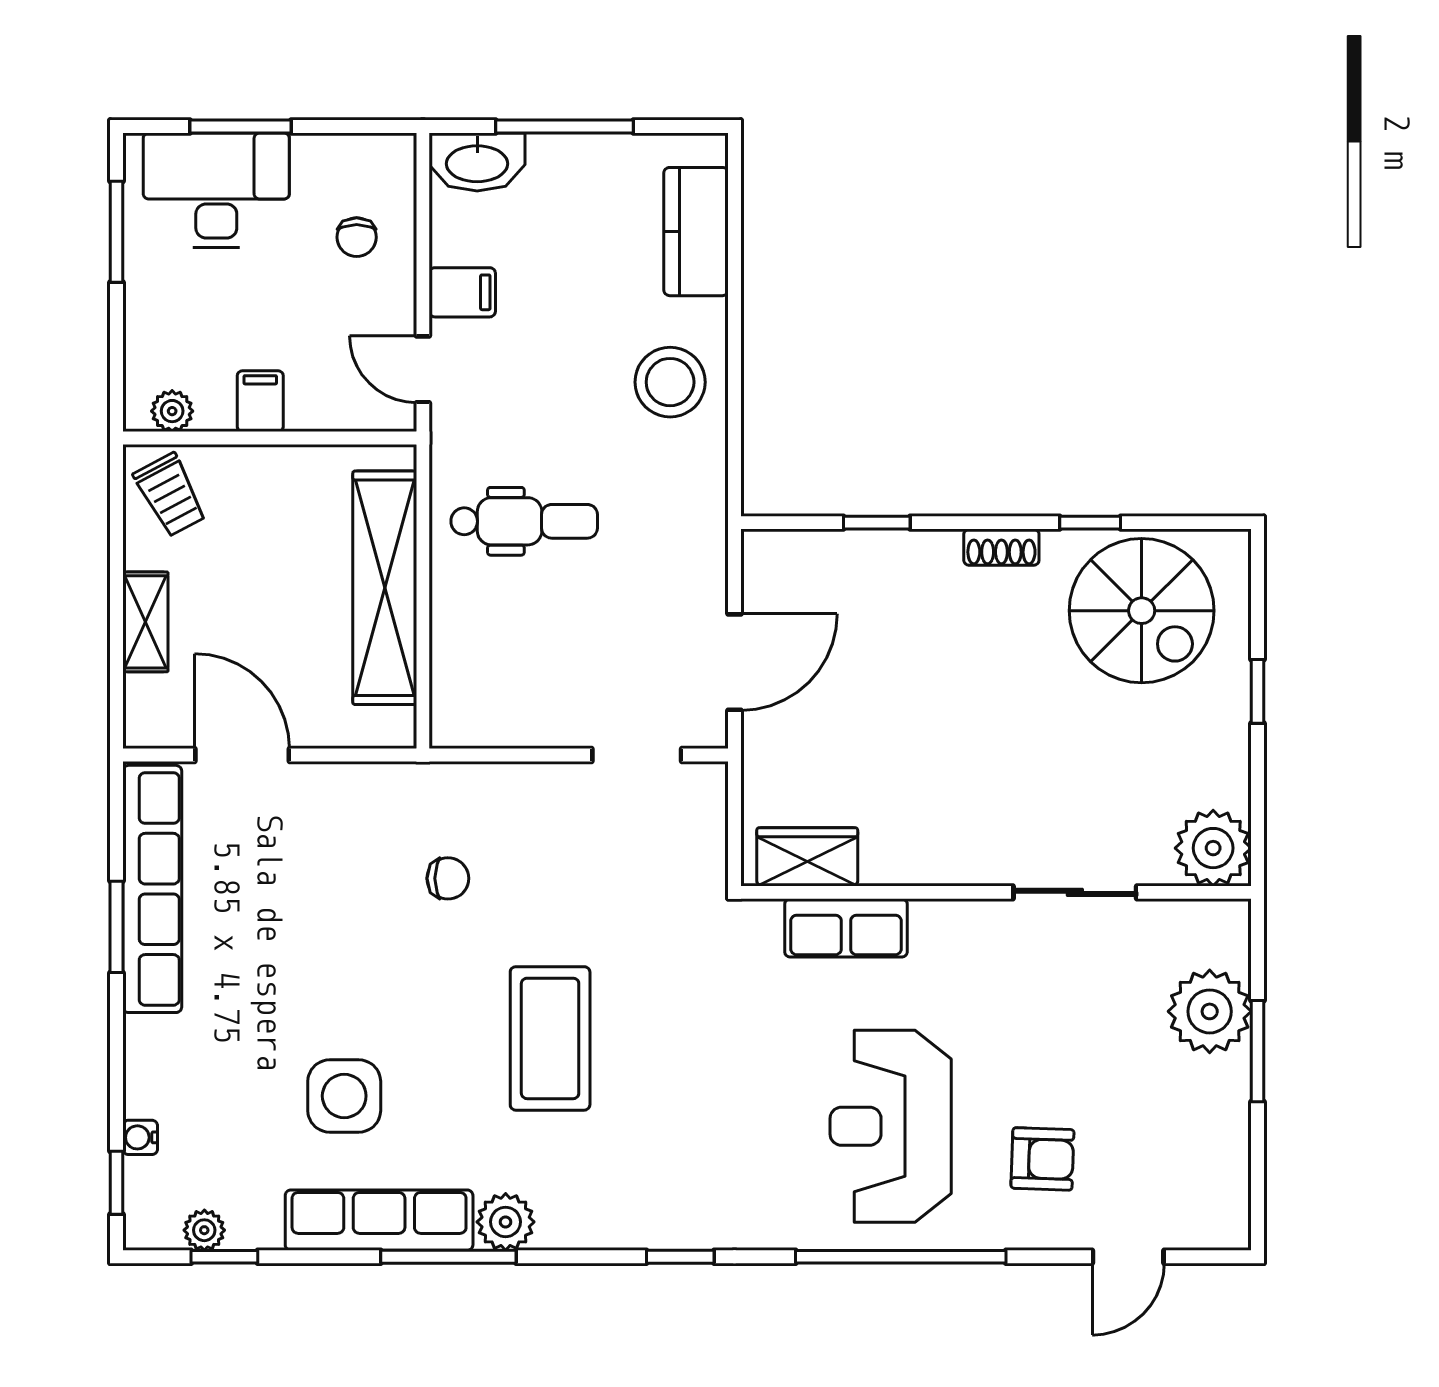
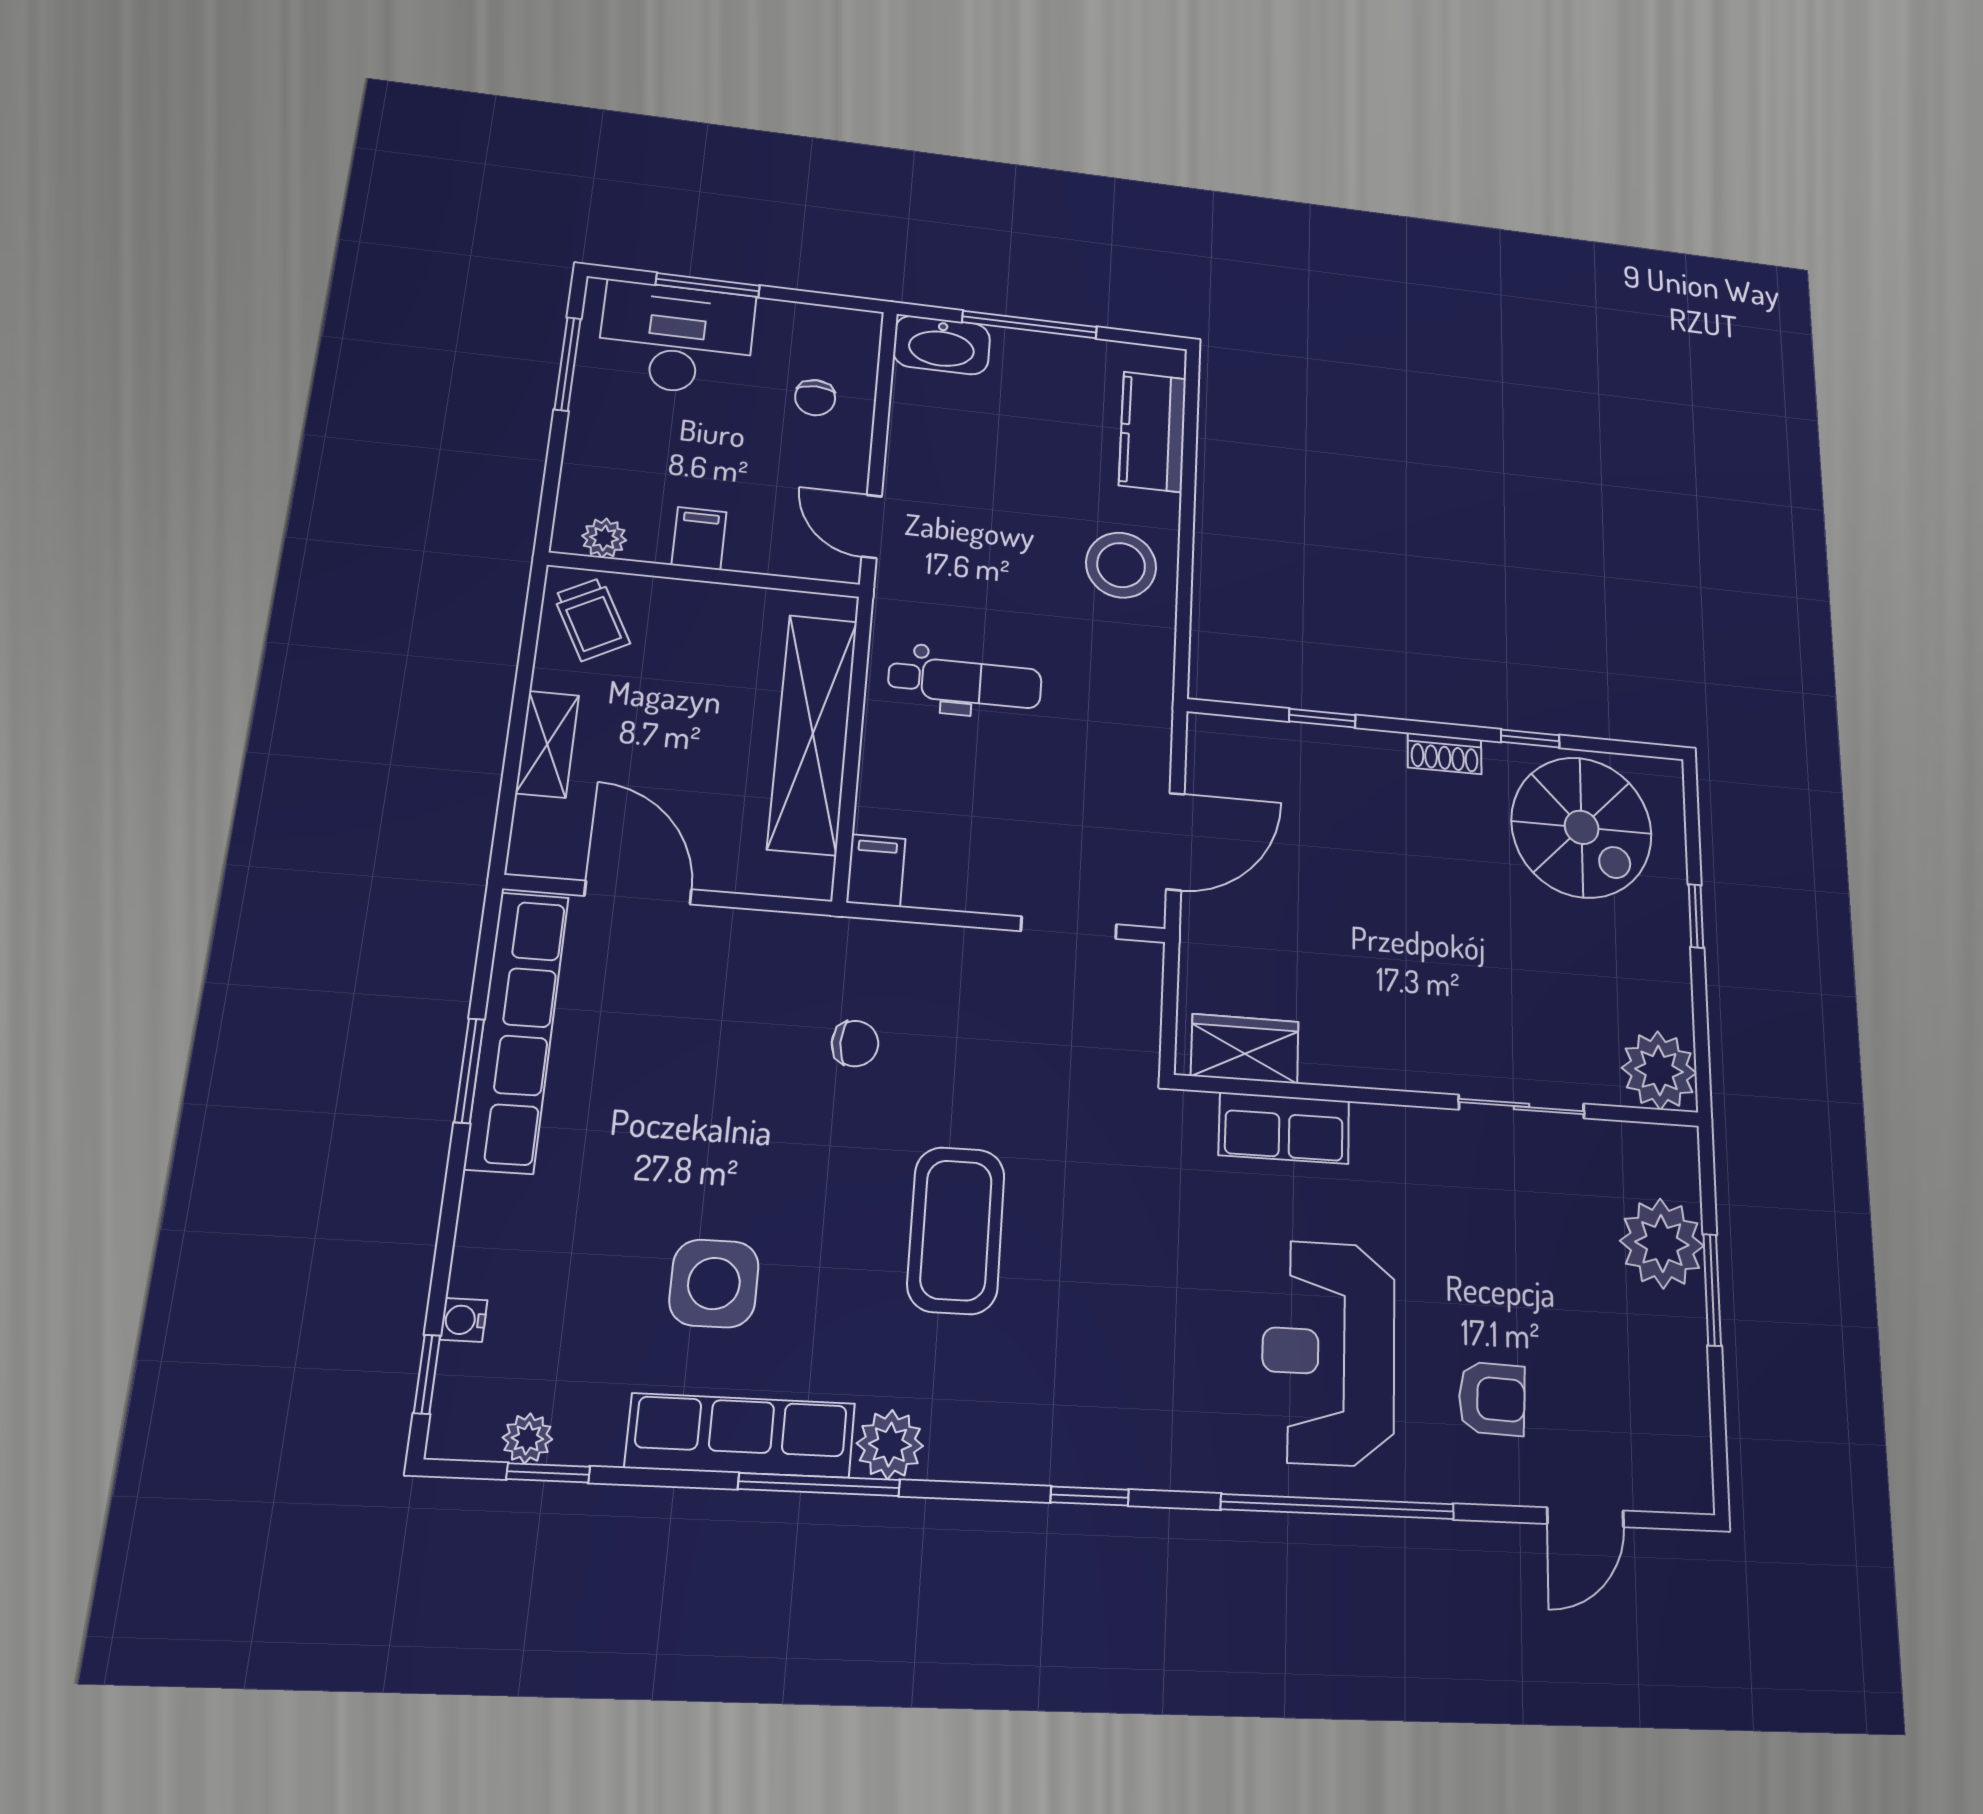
filing cabinet: (462, 292) -> (876, 871), moved, turned -90

